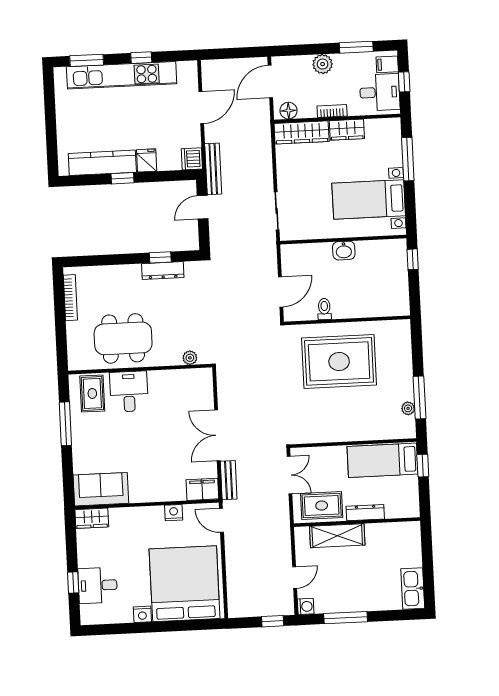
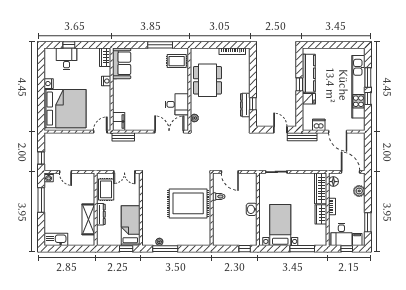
window: (87, 60) -> (368, 77), moved
plant: (323, 64) -> (359, 191), moved
dishwasher: (192, 159) -> (319, 125), moved
rug: (339, 361) -> (188, 203), turned 90
desk: (129, 391) -> (177, 104), moved
double door: (217, 435) -> (169, 132), moved
nightstand: (174, 513) -> (106, 81), moved
shelving: (337, 536) -> (88, 219), moved

